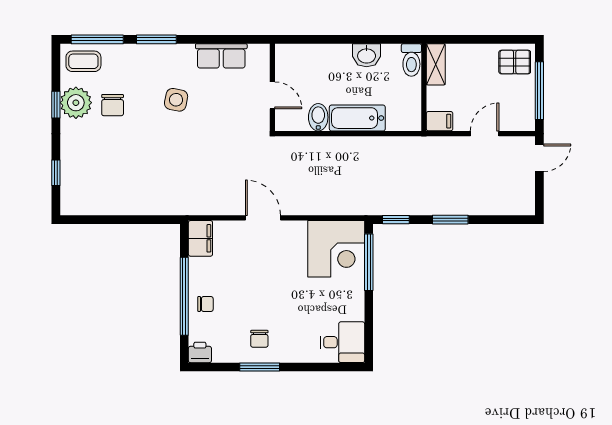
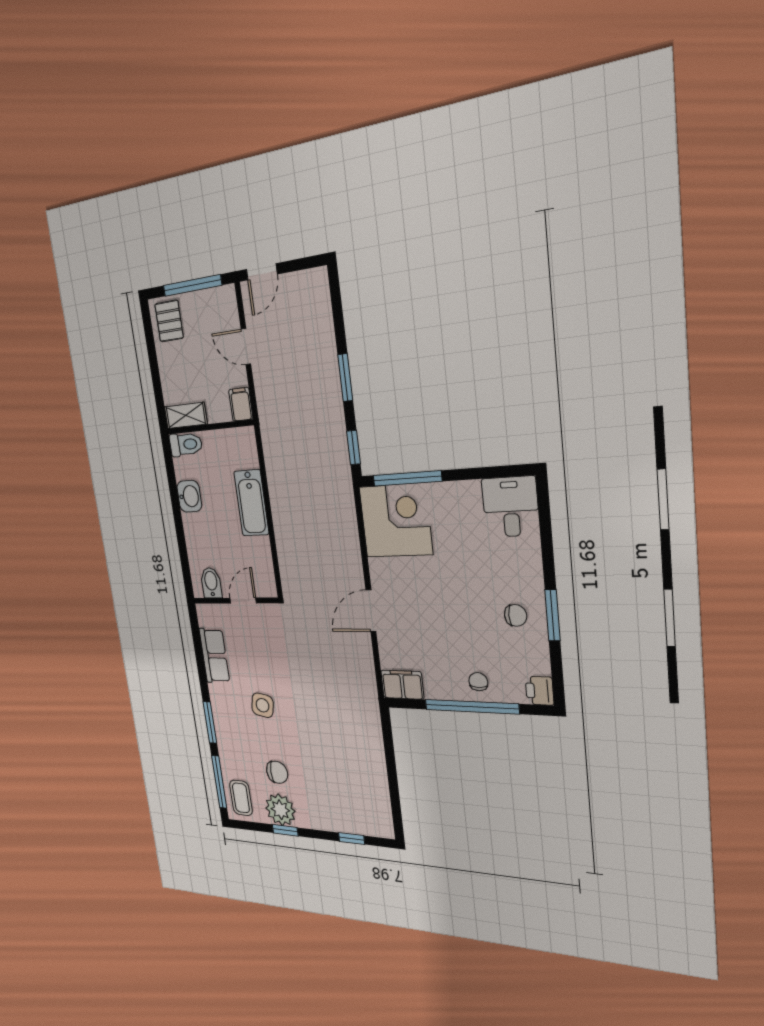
bidet: (318, 117) -> (211, 583), moved, turned 90
door: (539, 158) -> (262, 272), swing flipped

